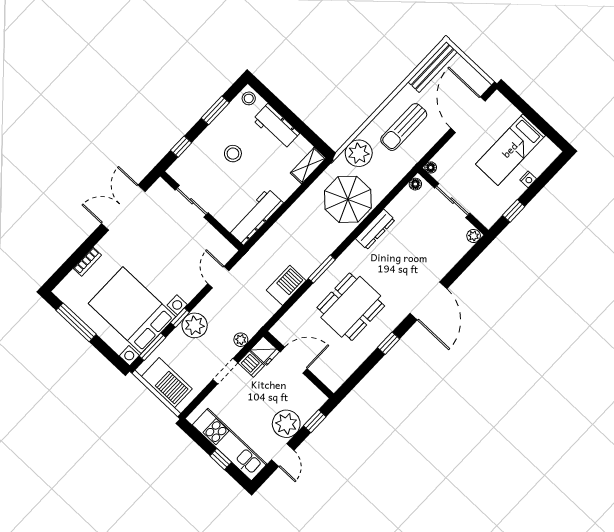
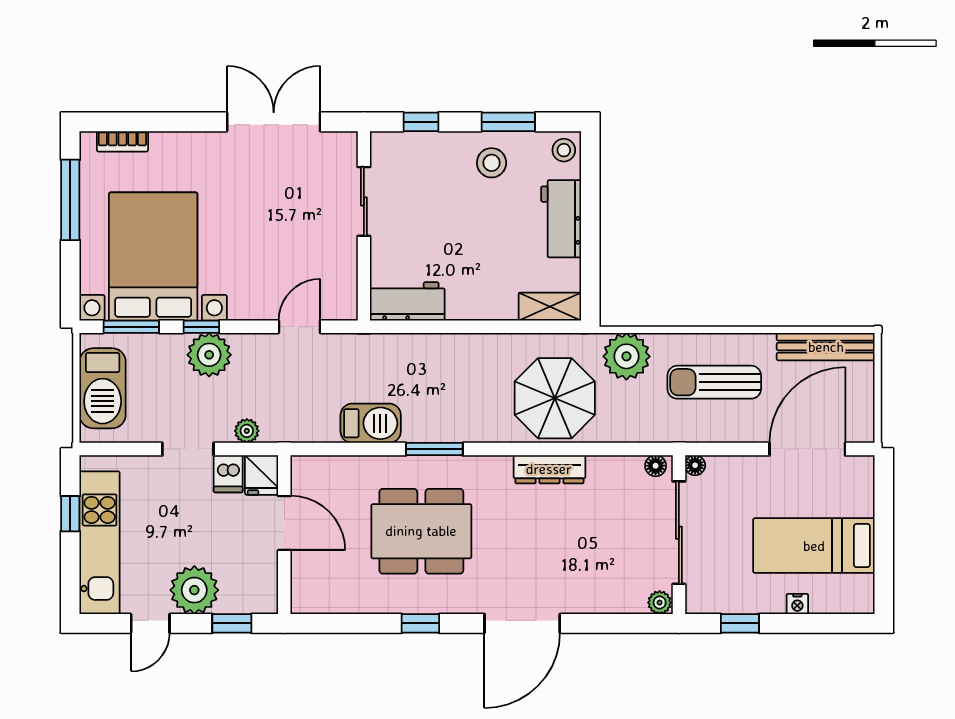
stool: (233, 154) -> (492, 163), moved
sliding door: (452, 201) -> (679, 533), width x1.37
workbench: (256, 217) -> (407, 301), width x0.73
bookcase: (87, 262) -> (122, 141), moved
window: (221, 459) -> (70, 514), moved

